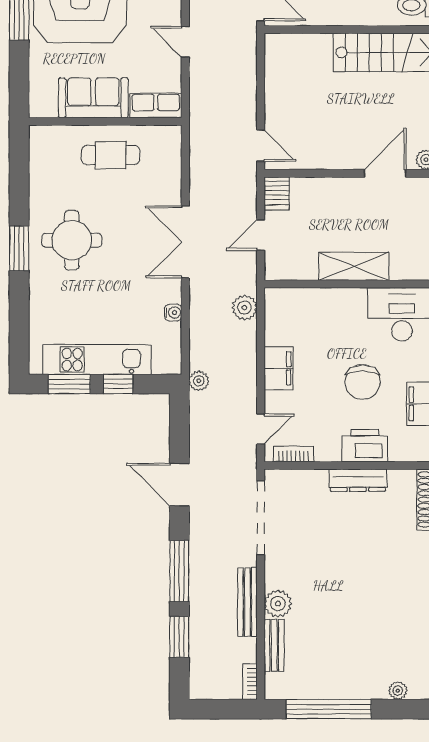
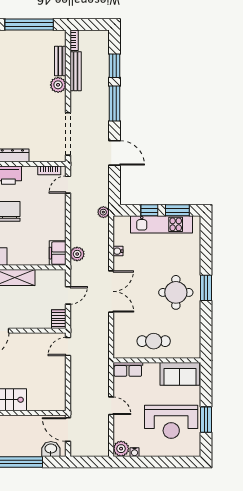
sofa: (93, 98) -> (180, 374), moved
door: (261, 146) -> (68, 347), hinge flipped
filing cabinet: (279, 368) -> (58, 253), moved
bench: (247, 602) -> (76, 71), moved

